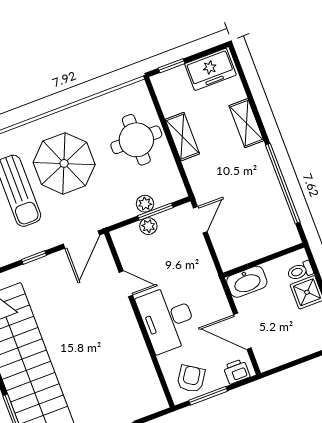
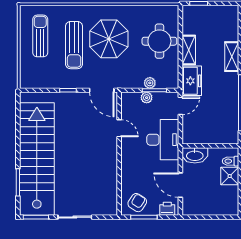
freezer: (210, 69) -> (192, 81), moved, turned -90
door: (81, 240) -> (102, 90), hinge flipped
desk: (167, 319) -> (163, 140), moved, turned 180

